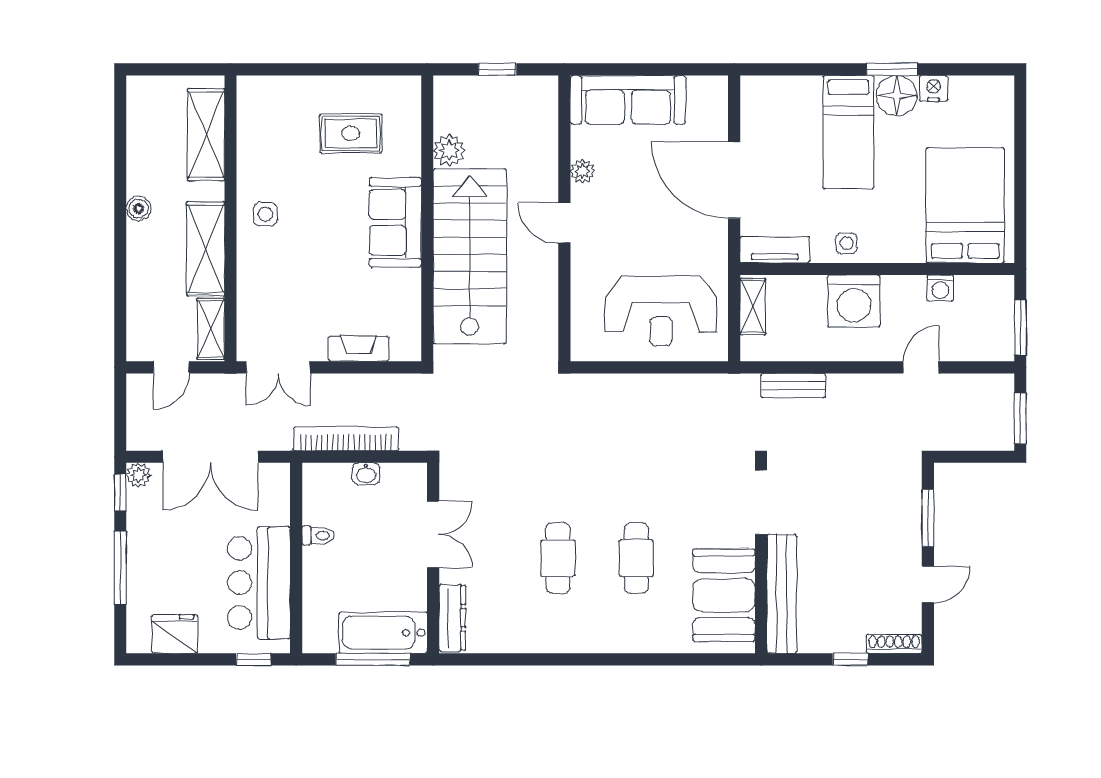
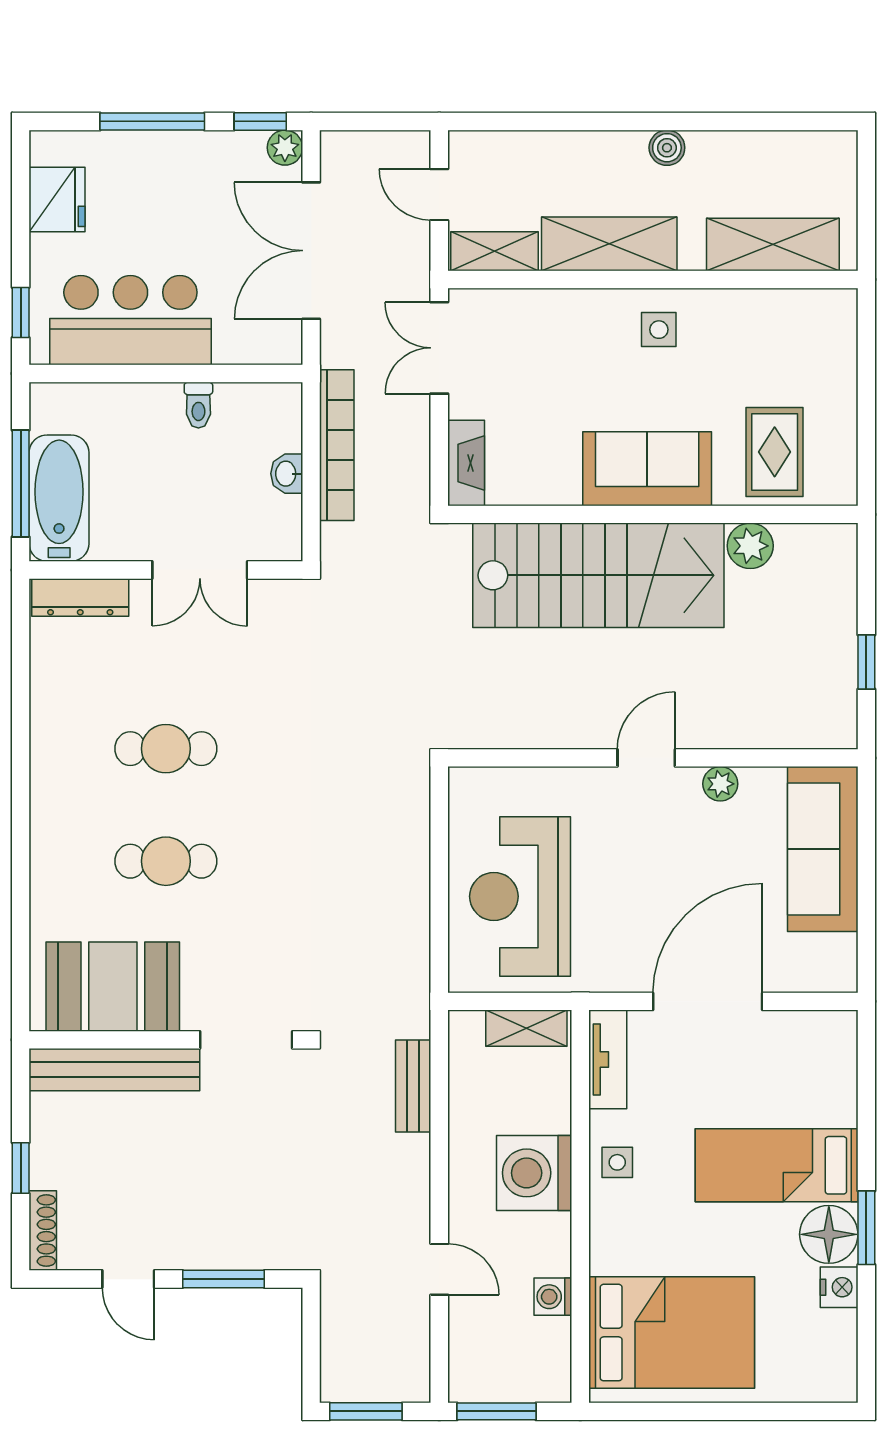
plant: (449, 150) -> (750, 546), moved
wall: (427, 218) -> (653, 514), moved
sofa: (395, 222) -> (647, 469), moved
stairs: (470, 256) -> (598, 575), moved

